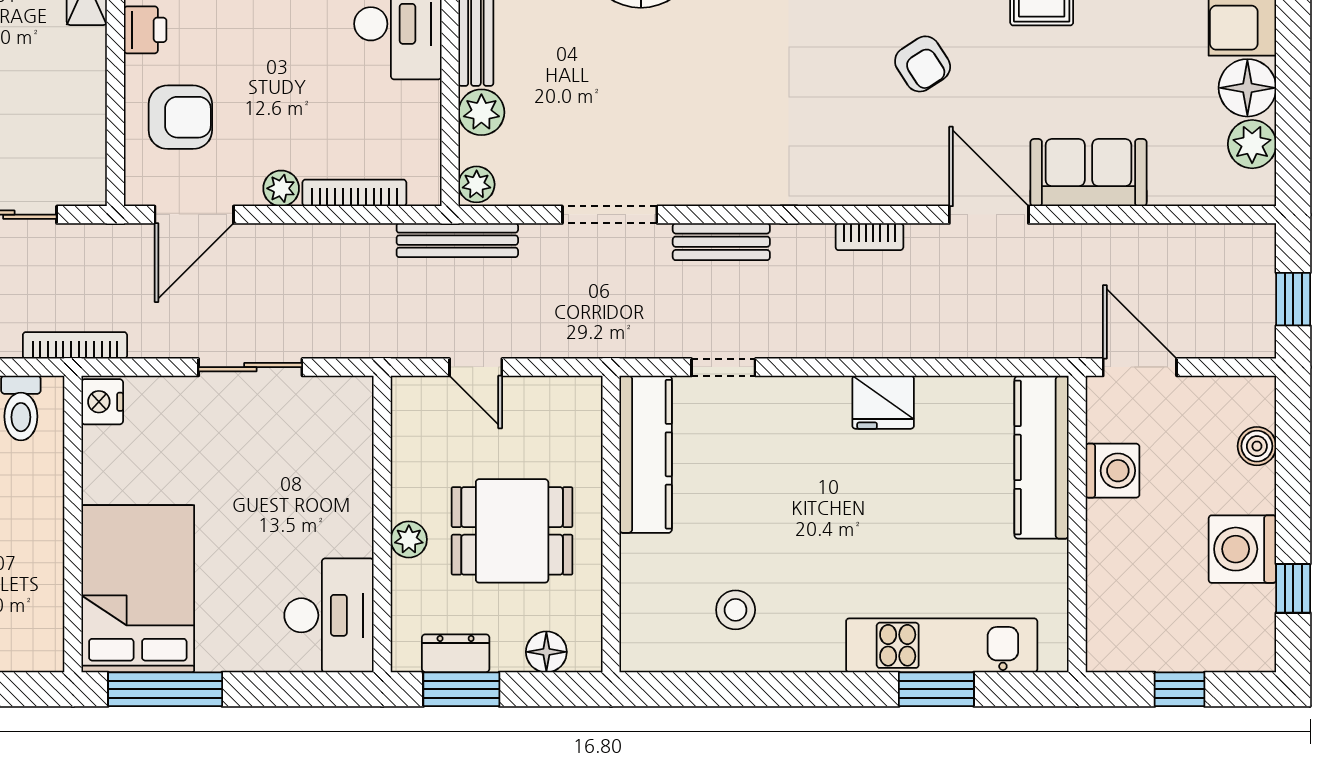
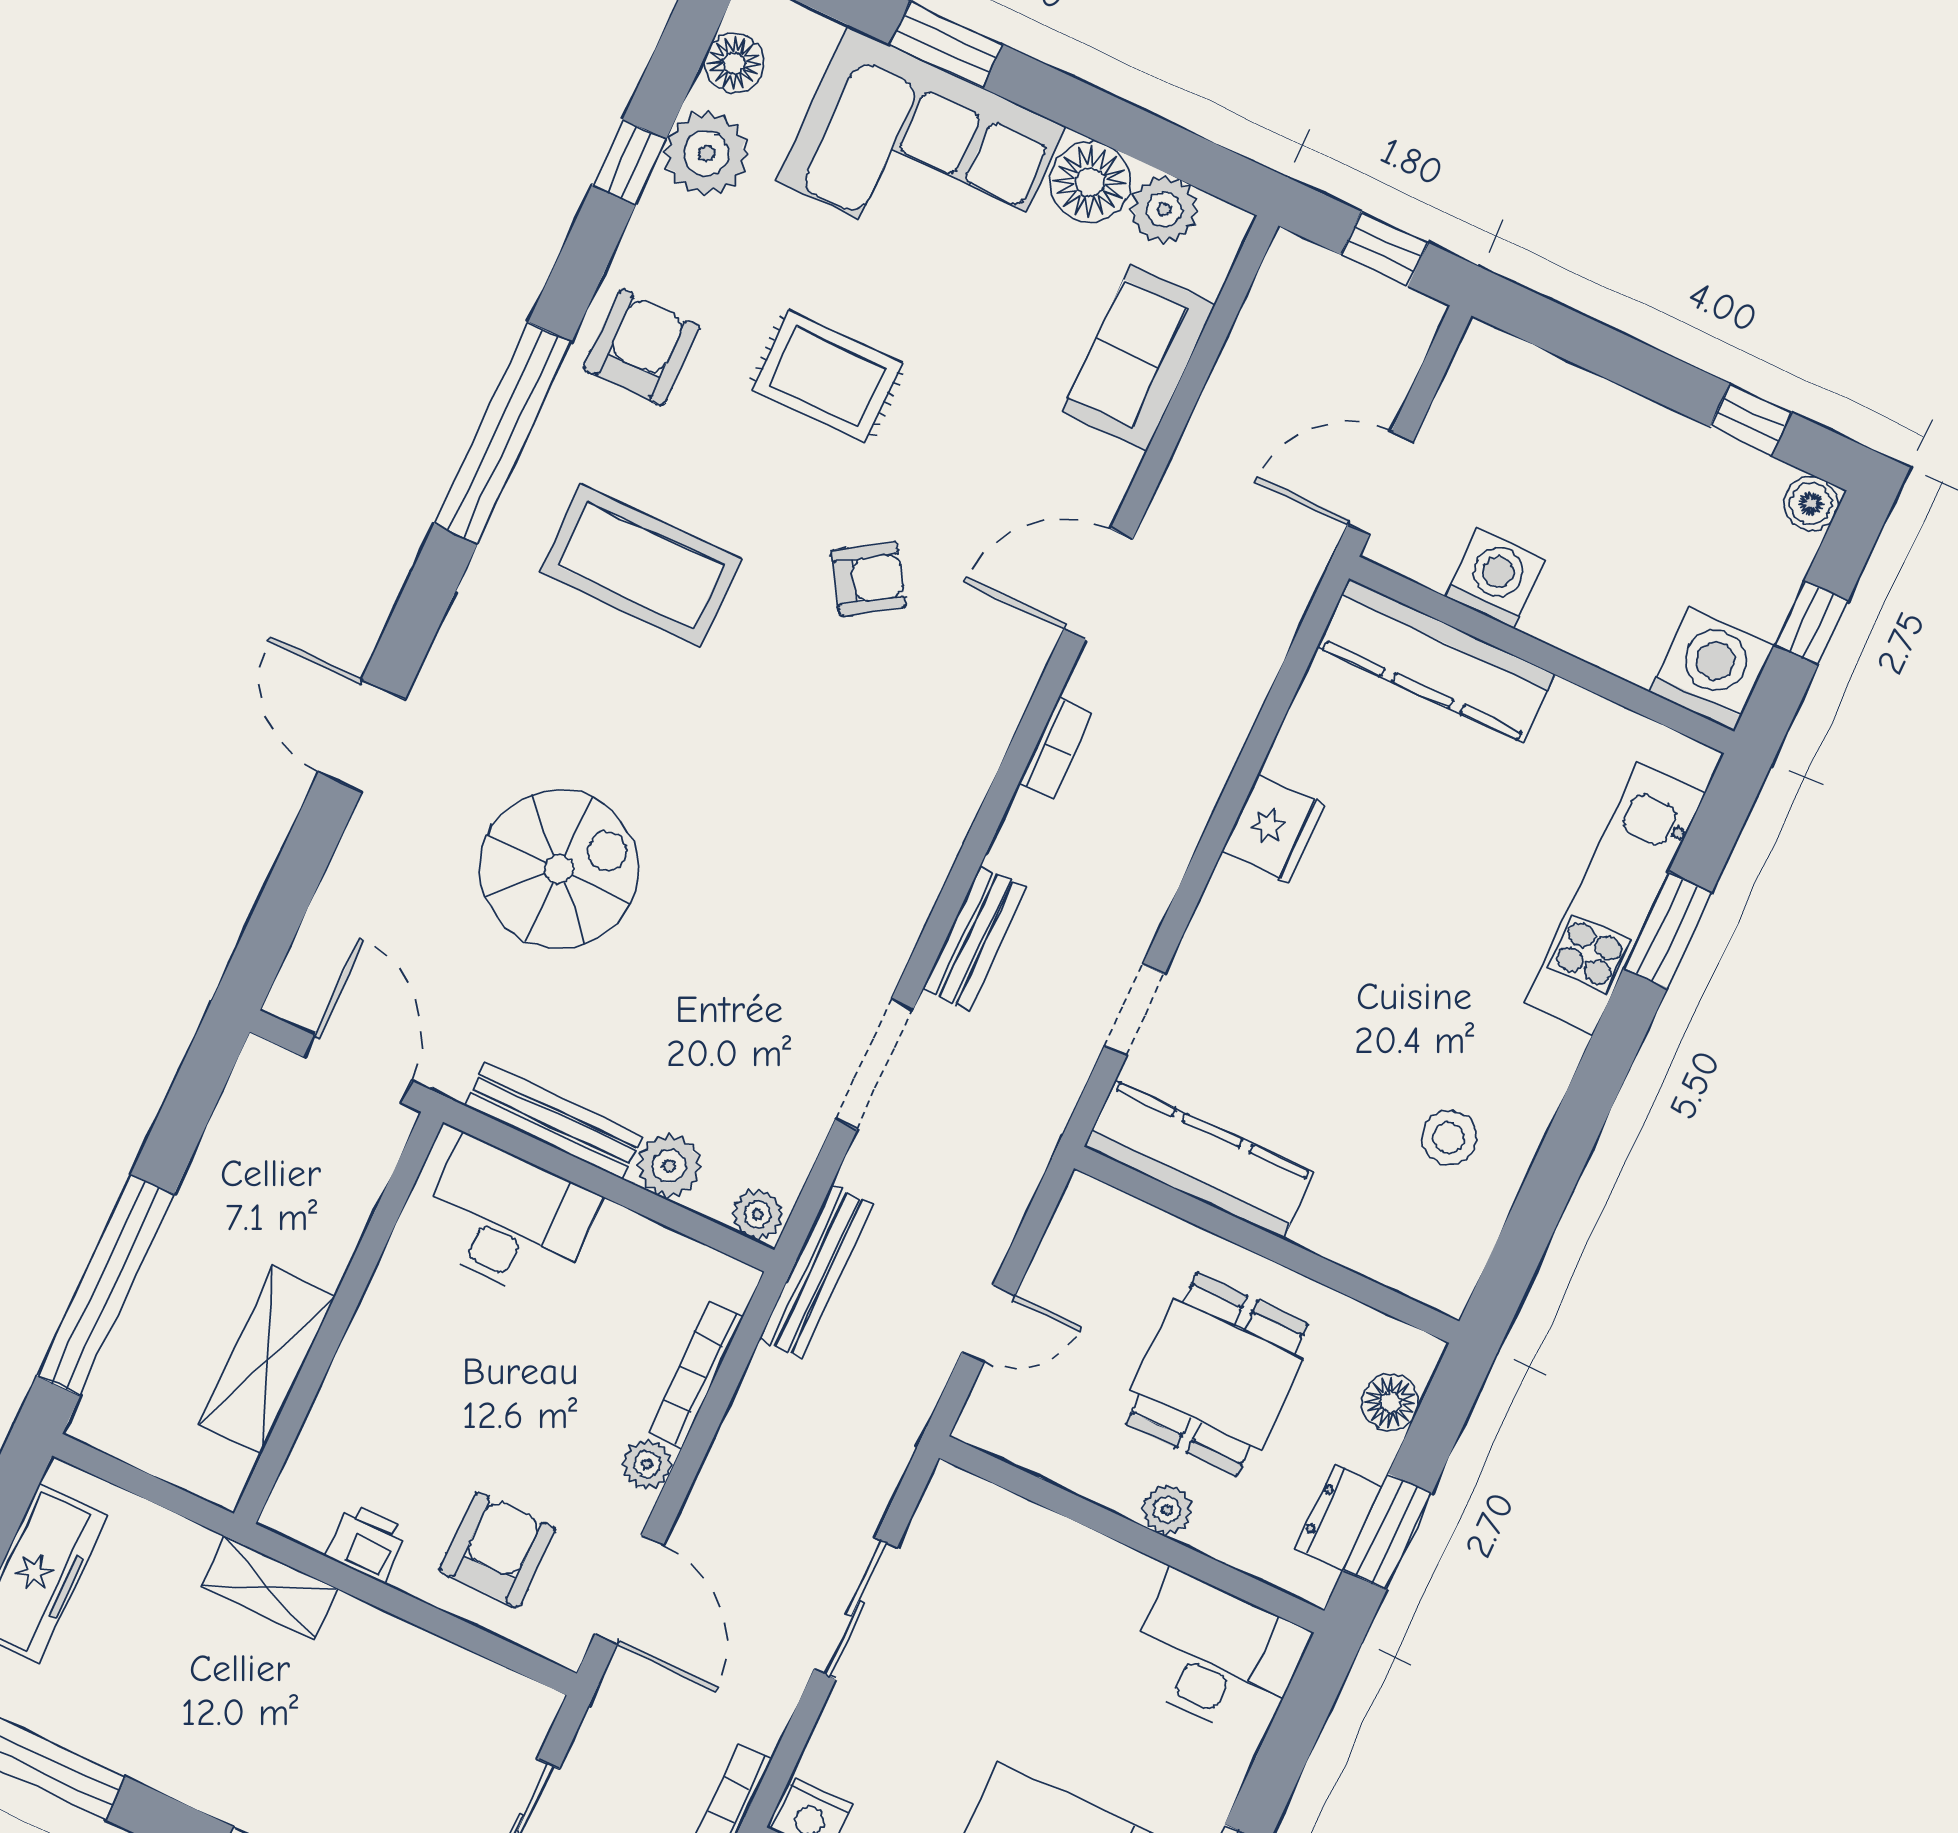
sofa: (1088, 173) -> (1139, 358), moved
boiler: (1257, 446) -> (1811, 504), moved
washing machine: (1242, 549) -> (1711, 669), moved, turned 180

